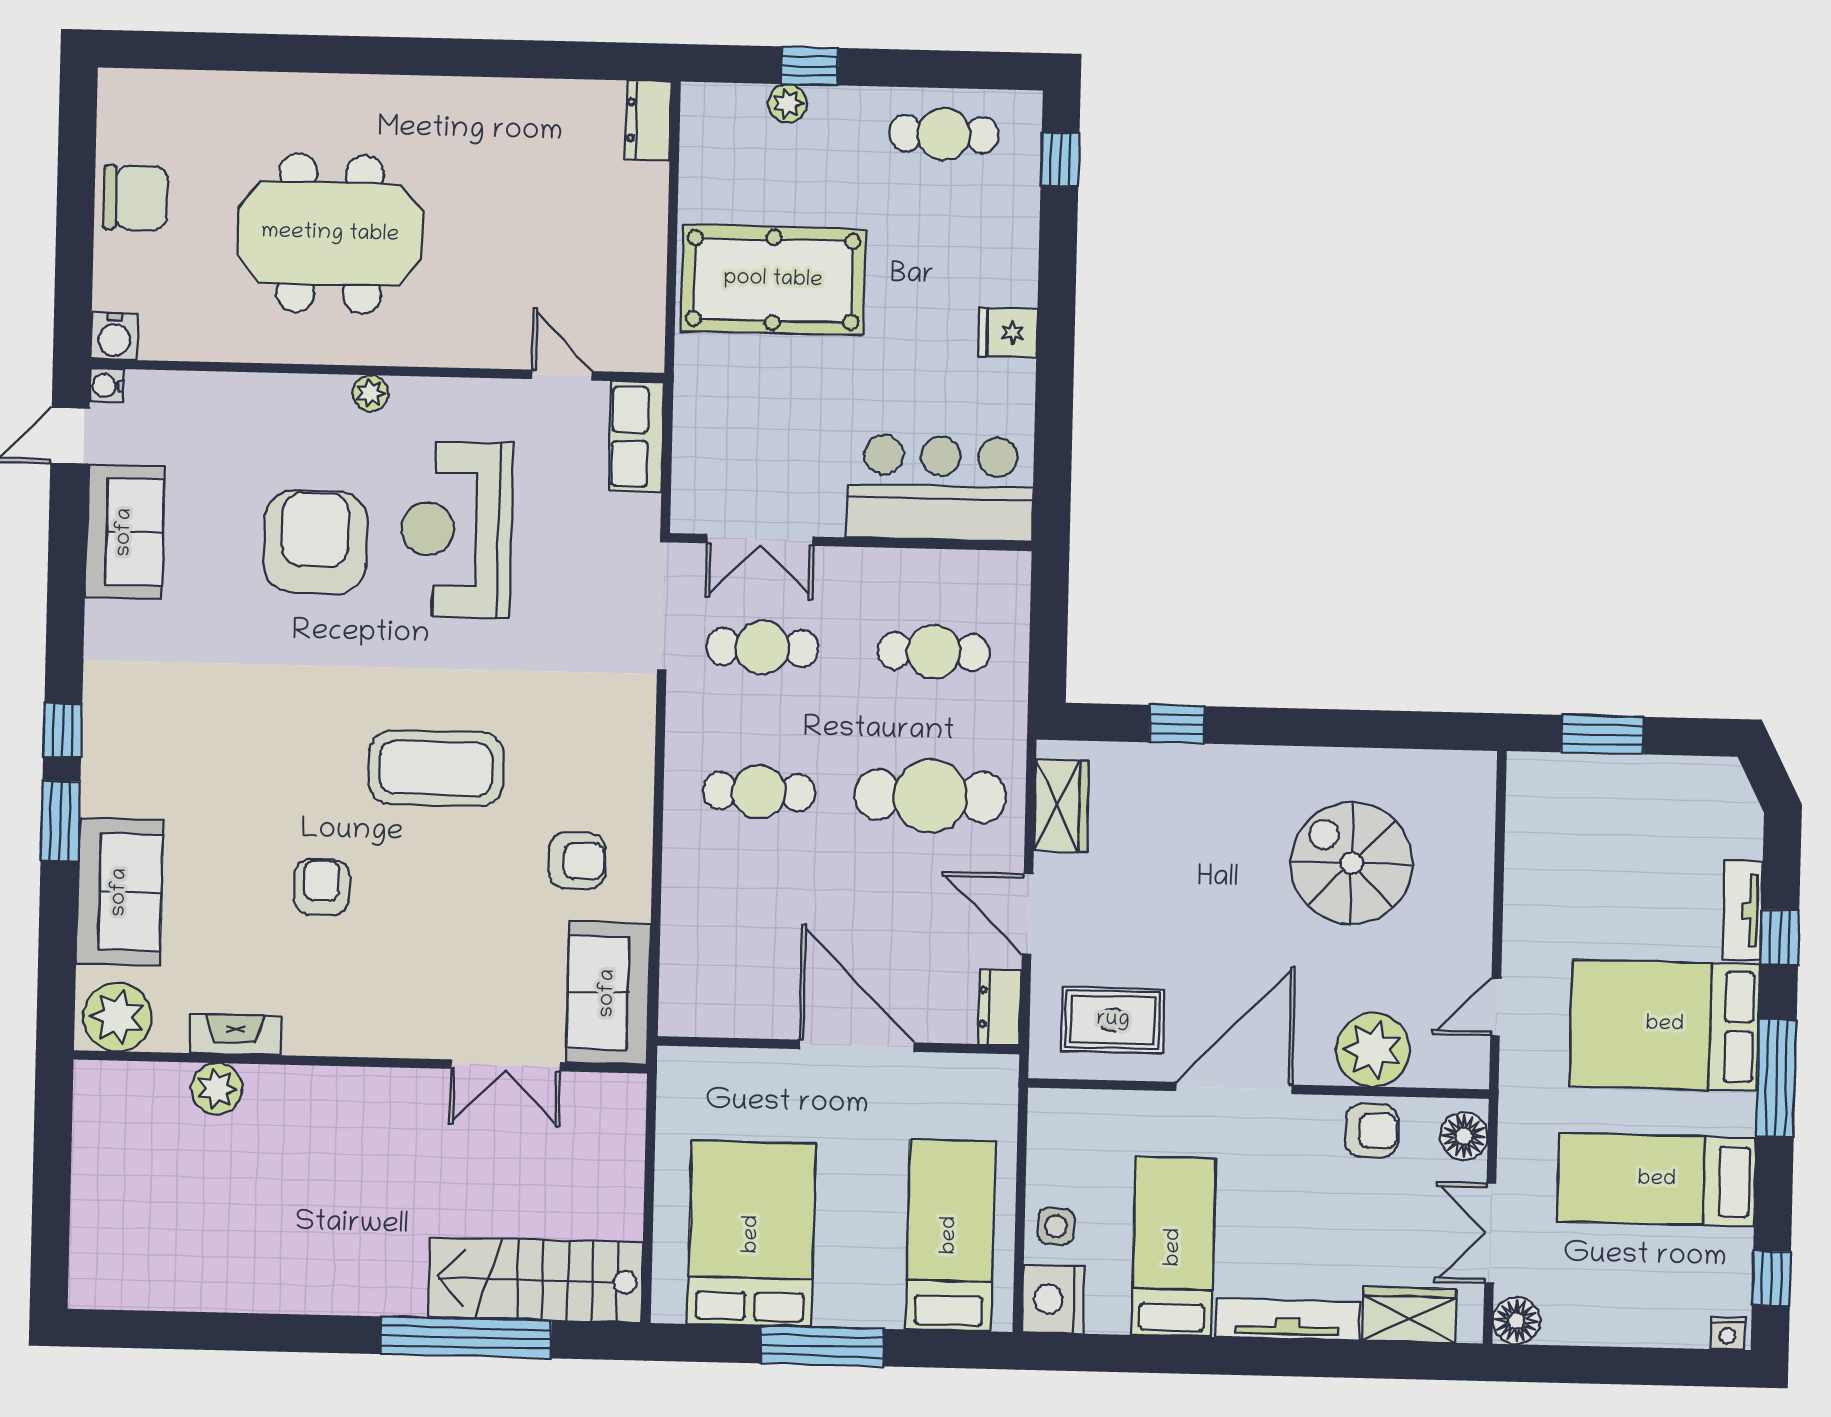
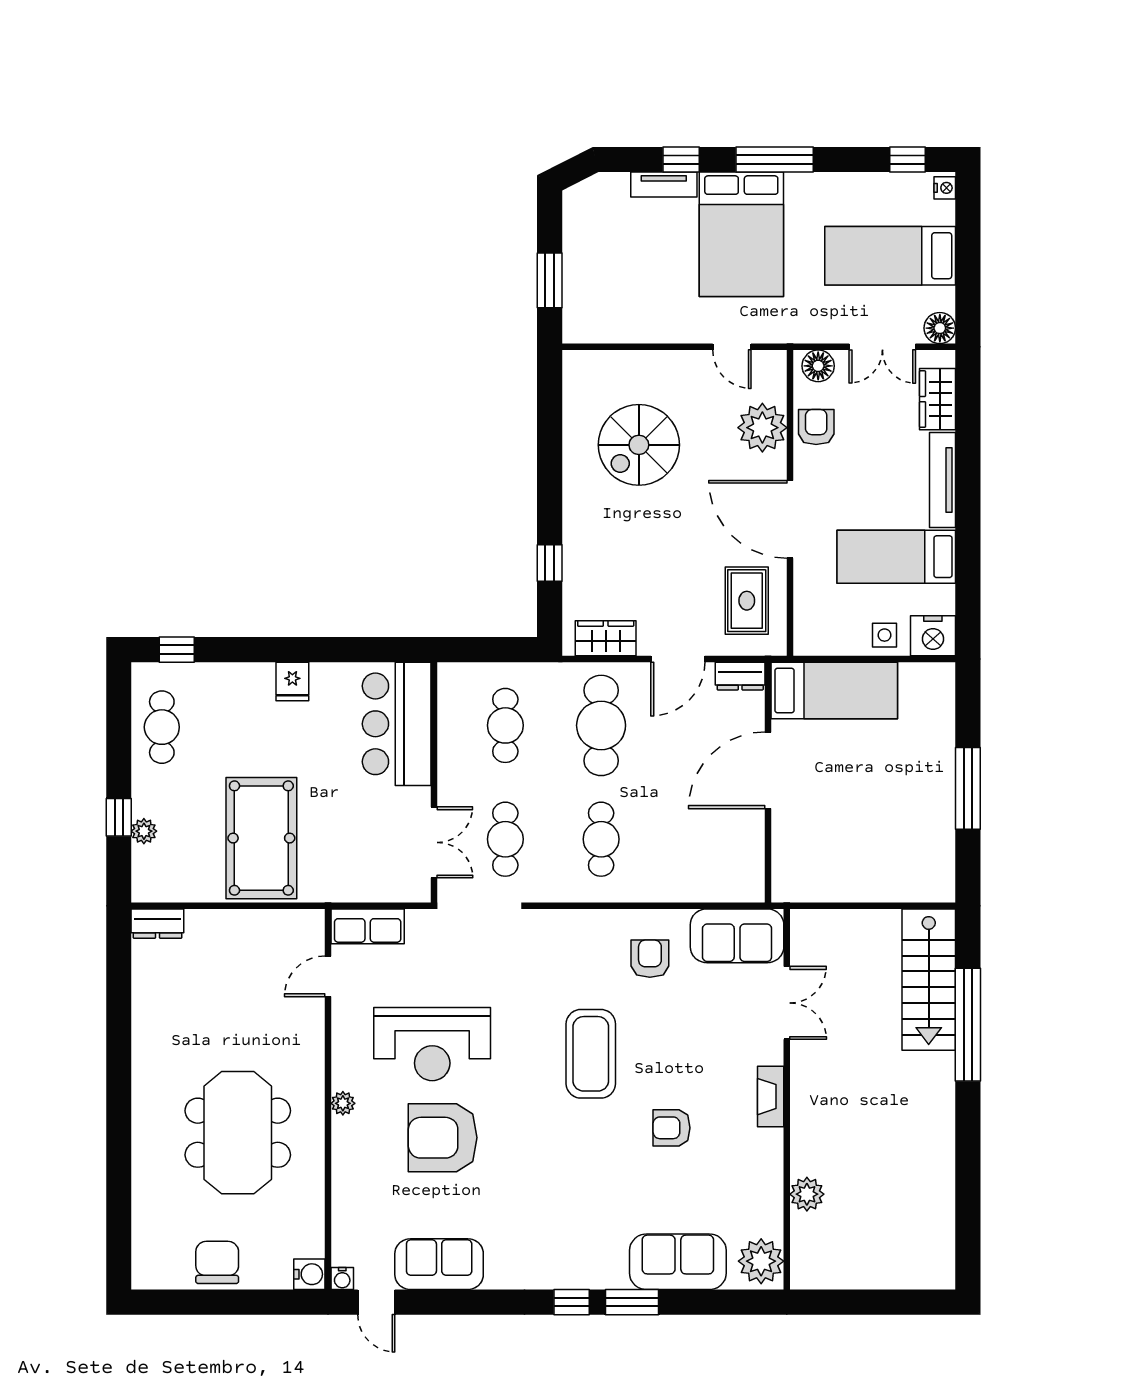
fireplace: (235, 1035) -> (771, 1097), moved
bed: (1657, 1180) -> (890, 256), moved, turned 90
bed: (752, 1234) -> (895, 837), removed
bed: (950, 1235) -> (834, 691), moved, turned 180

